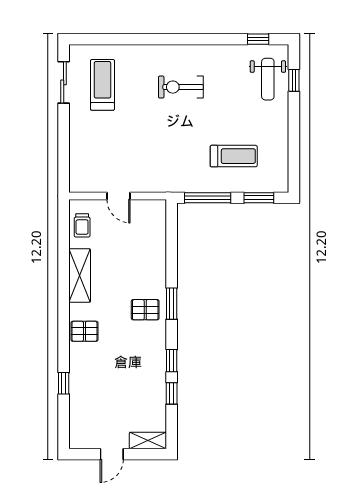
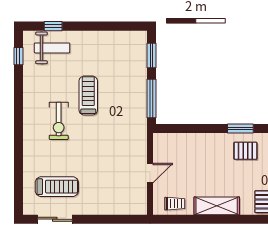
treadmill: (102, 85) -> (57, 187), turned 180
treadmill: (234, 156) -> (88, 96), moved
pallet: (145, 310) -> (245, 151), turned 90

